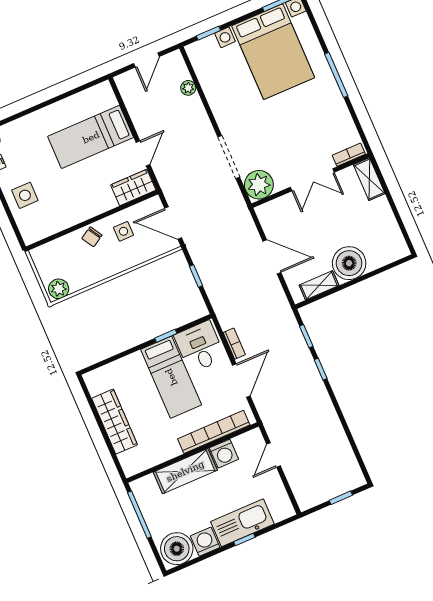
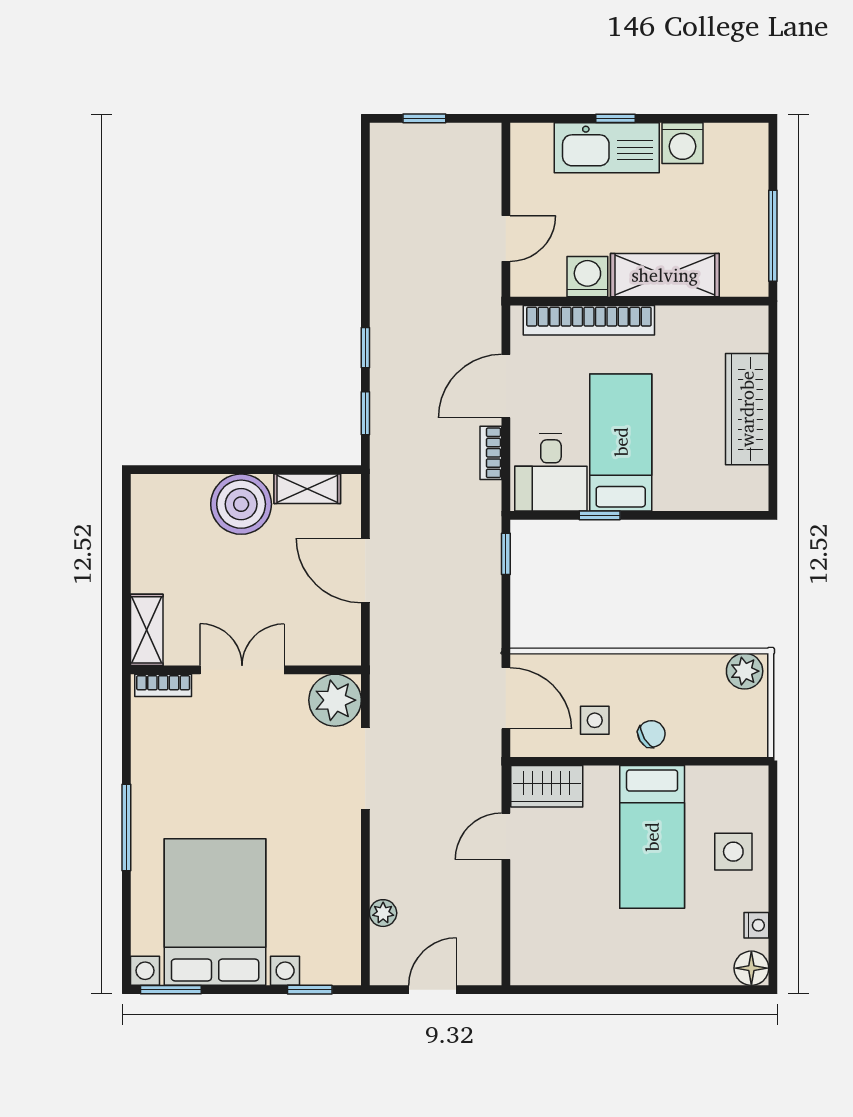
bed: (91, 137) -> (652, 837), moved, turned 90
window: (196, 276) -> (506, 554), moved
boiler: (177, 549) -> (735, 152), removed

